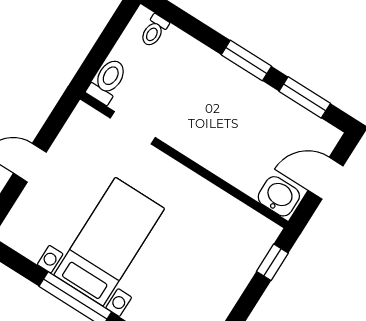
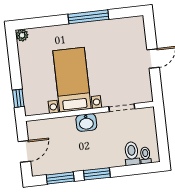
toilet: (107, 81) -> (132, 153), moved, turned 180
washbasin: (279, 196) -> (86, 123), moved
bed with nightstands: (109, 242) -> (72, 80), moved, turned 180

